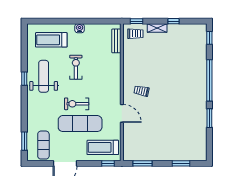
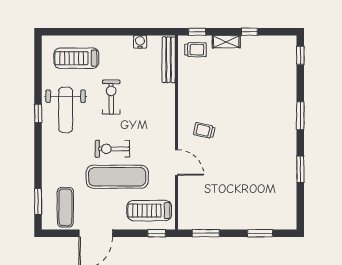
water cooler: (80, 28) -> (140, 42), moved
bench: (116, 41) -> (169, 60), width x1.36
weight bench: (44, 76) -> (66, 110), turned 180
window: (209, 80) -> (300, 116), width x0.47

